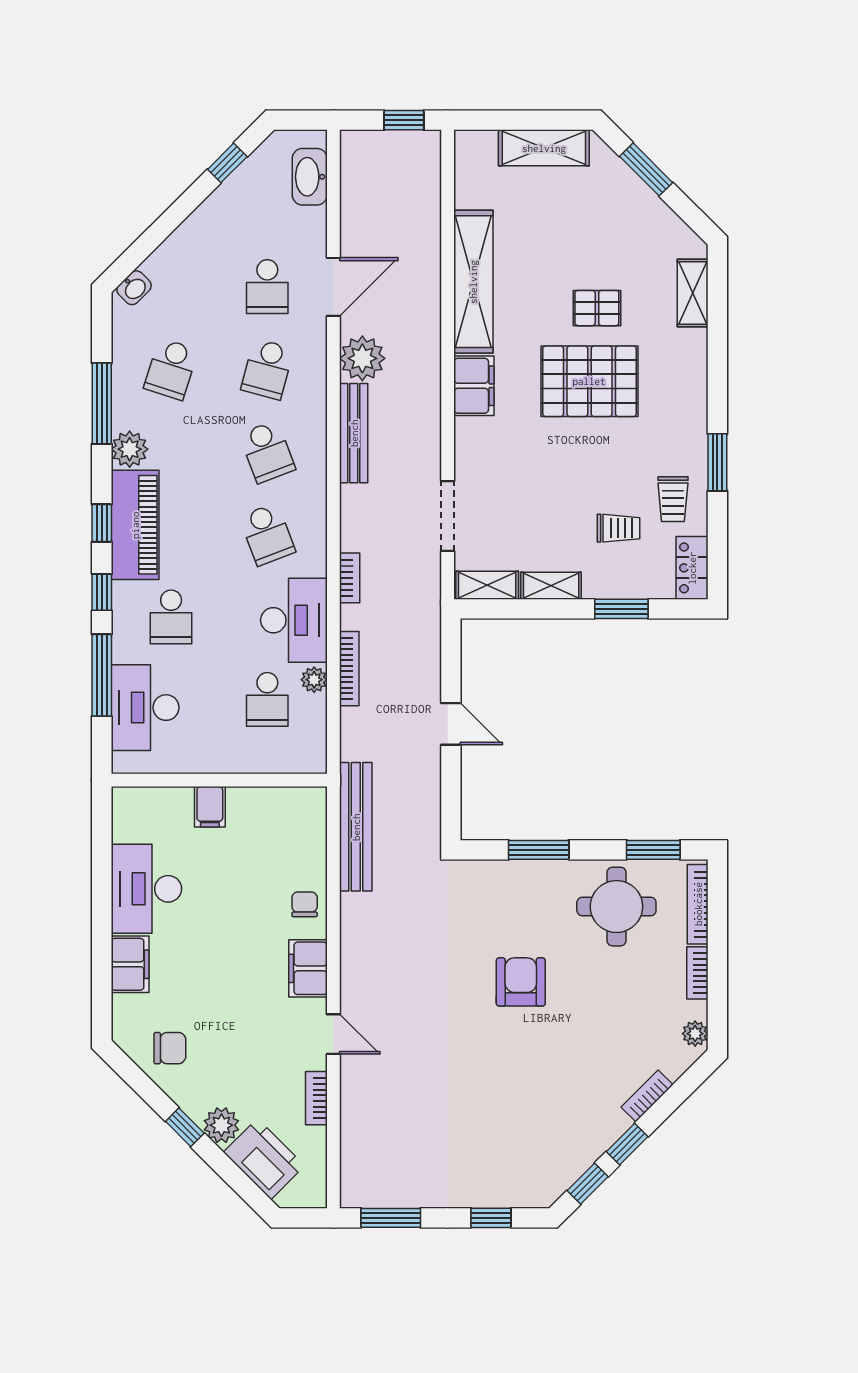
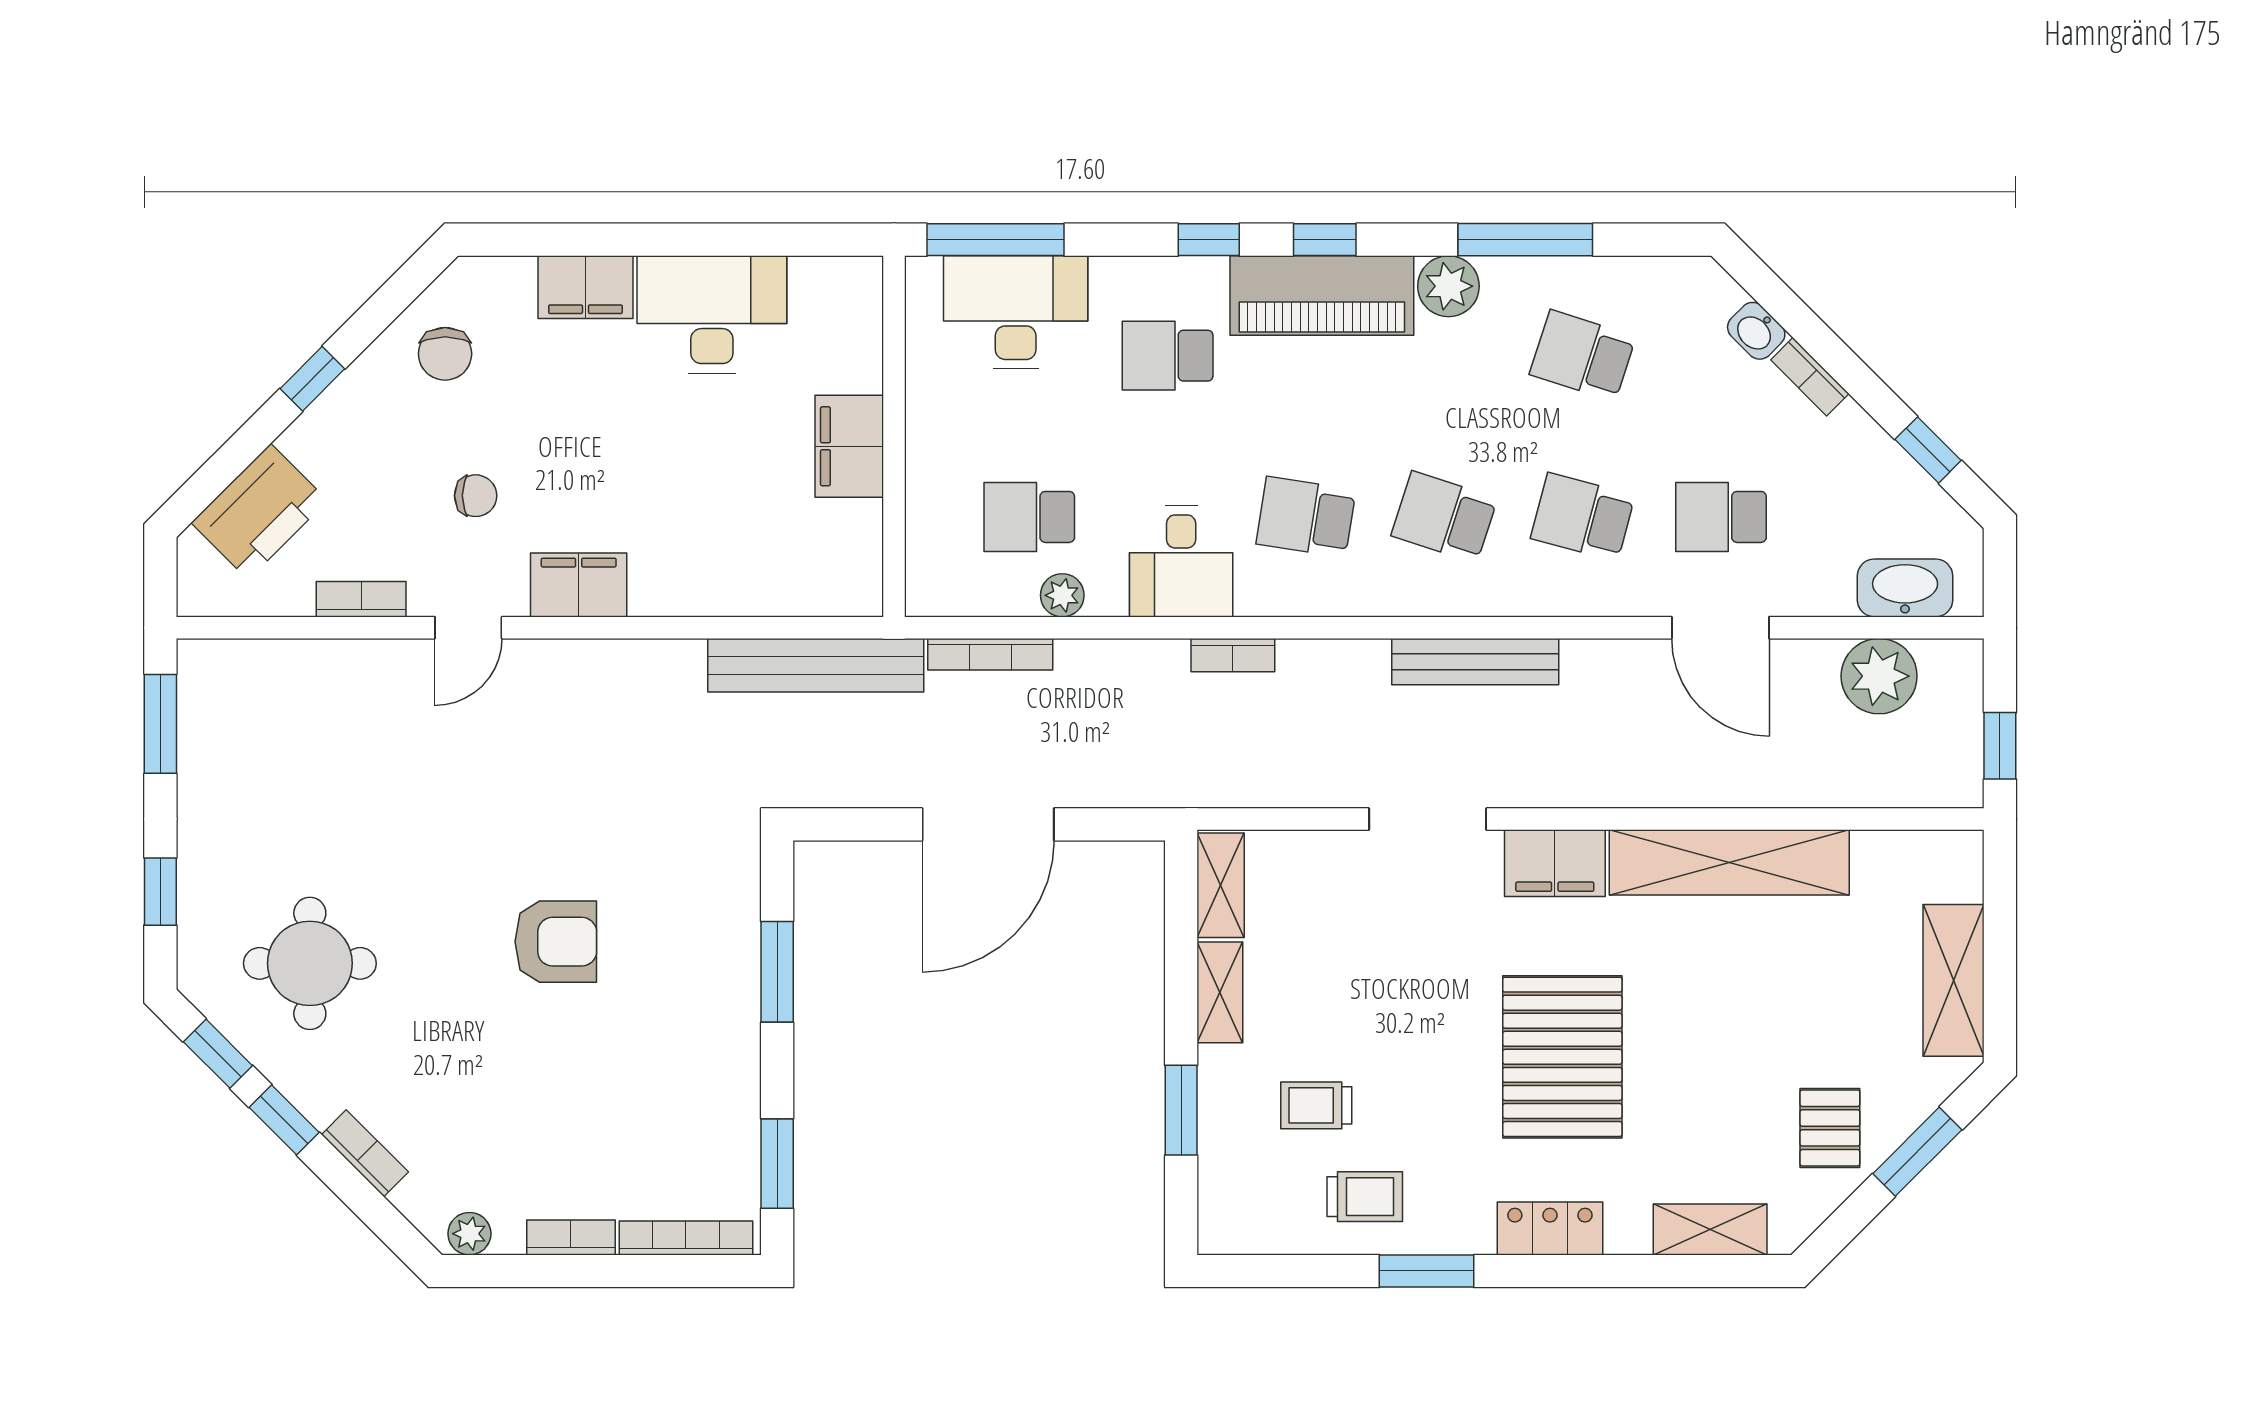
bookcase: (184, 234) -> (1810, 377), added
washbasin: (134, 288) -> (1756, 331), moved
pallet: (597, 308) -> (1830, 1128), moved
plant: (362, 358) -> (1879, 676), moved
school desk: (267, 452) -> (1444, 517), turned 39
trolley: (673, 499) -> (1365, 1197), turned 180
doorway: (448, 516) -> (1428, 819), moved
trolley: (618, 528) -> (1316, 1105), turned 90
school desk: (267, 534) -> (1306, 517), turned 30
locker: (692, 568) -> (1550, 1228), moved
desk: (294, 620) -> (1181, 561), width x0.73
bookcase: (349, 669) -> (990, 654), moved
window: (102, 675) -> (996, 240), moved
door: (451, 724) -> (988, 824), width x1.88
filing cabinet: (210, 807) -> (849, 446), width x2.00
chair: (305, 904) -> (476, 496), moved
round table: (616, 907) -> (310, 963), moved
plant: (221, 1125) -> (316, 440), removed

